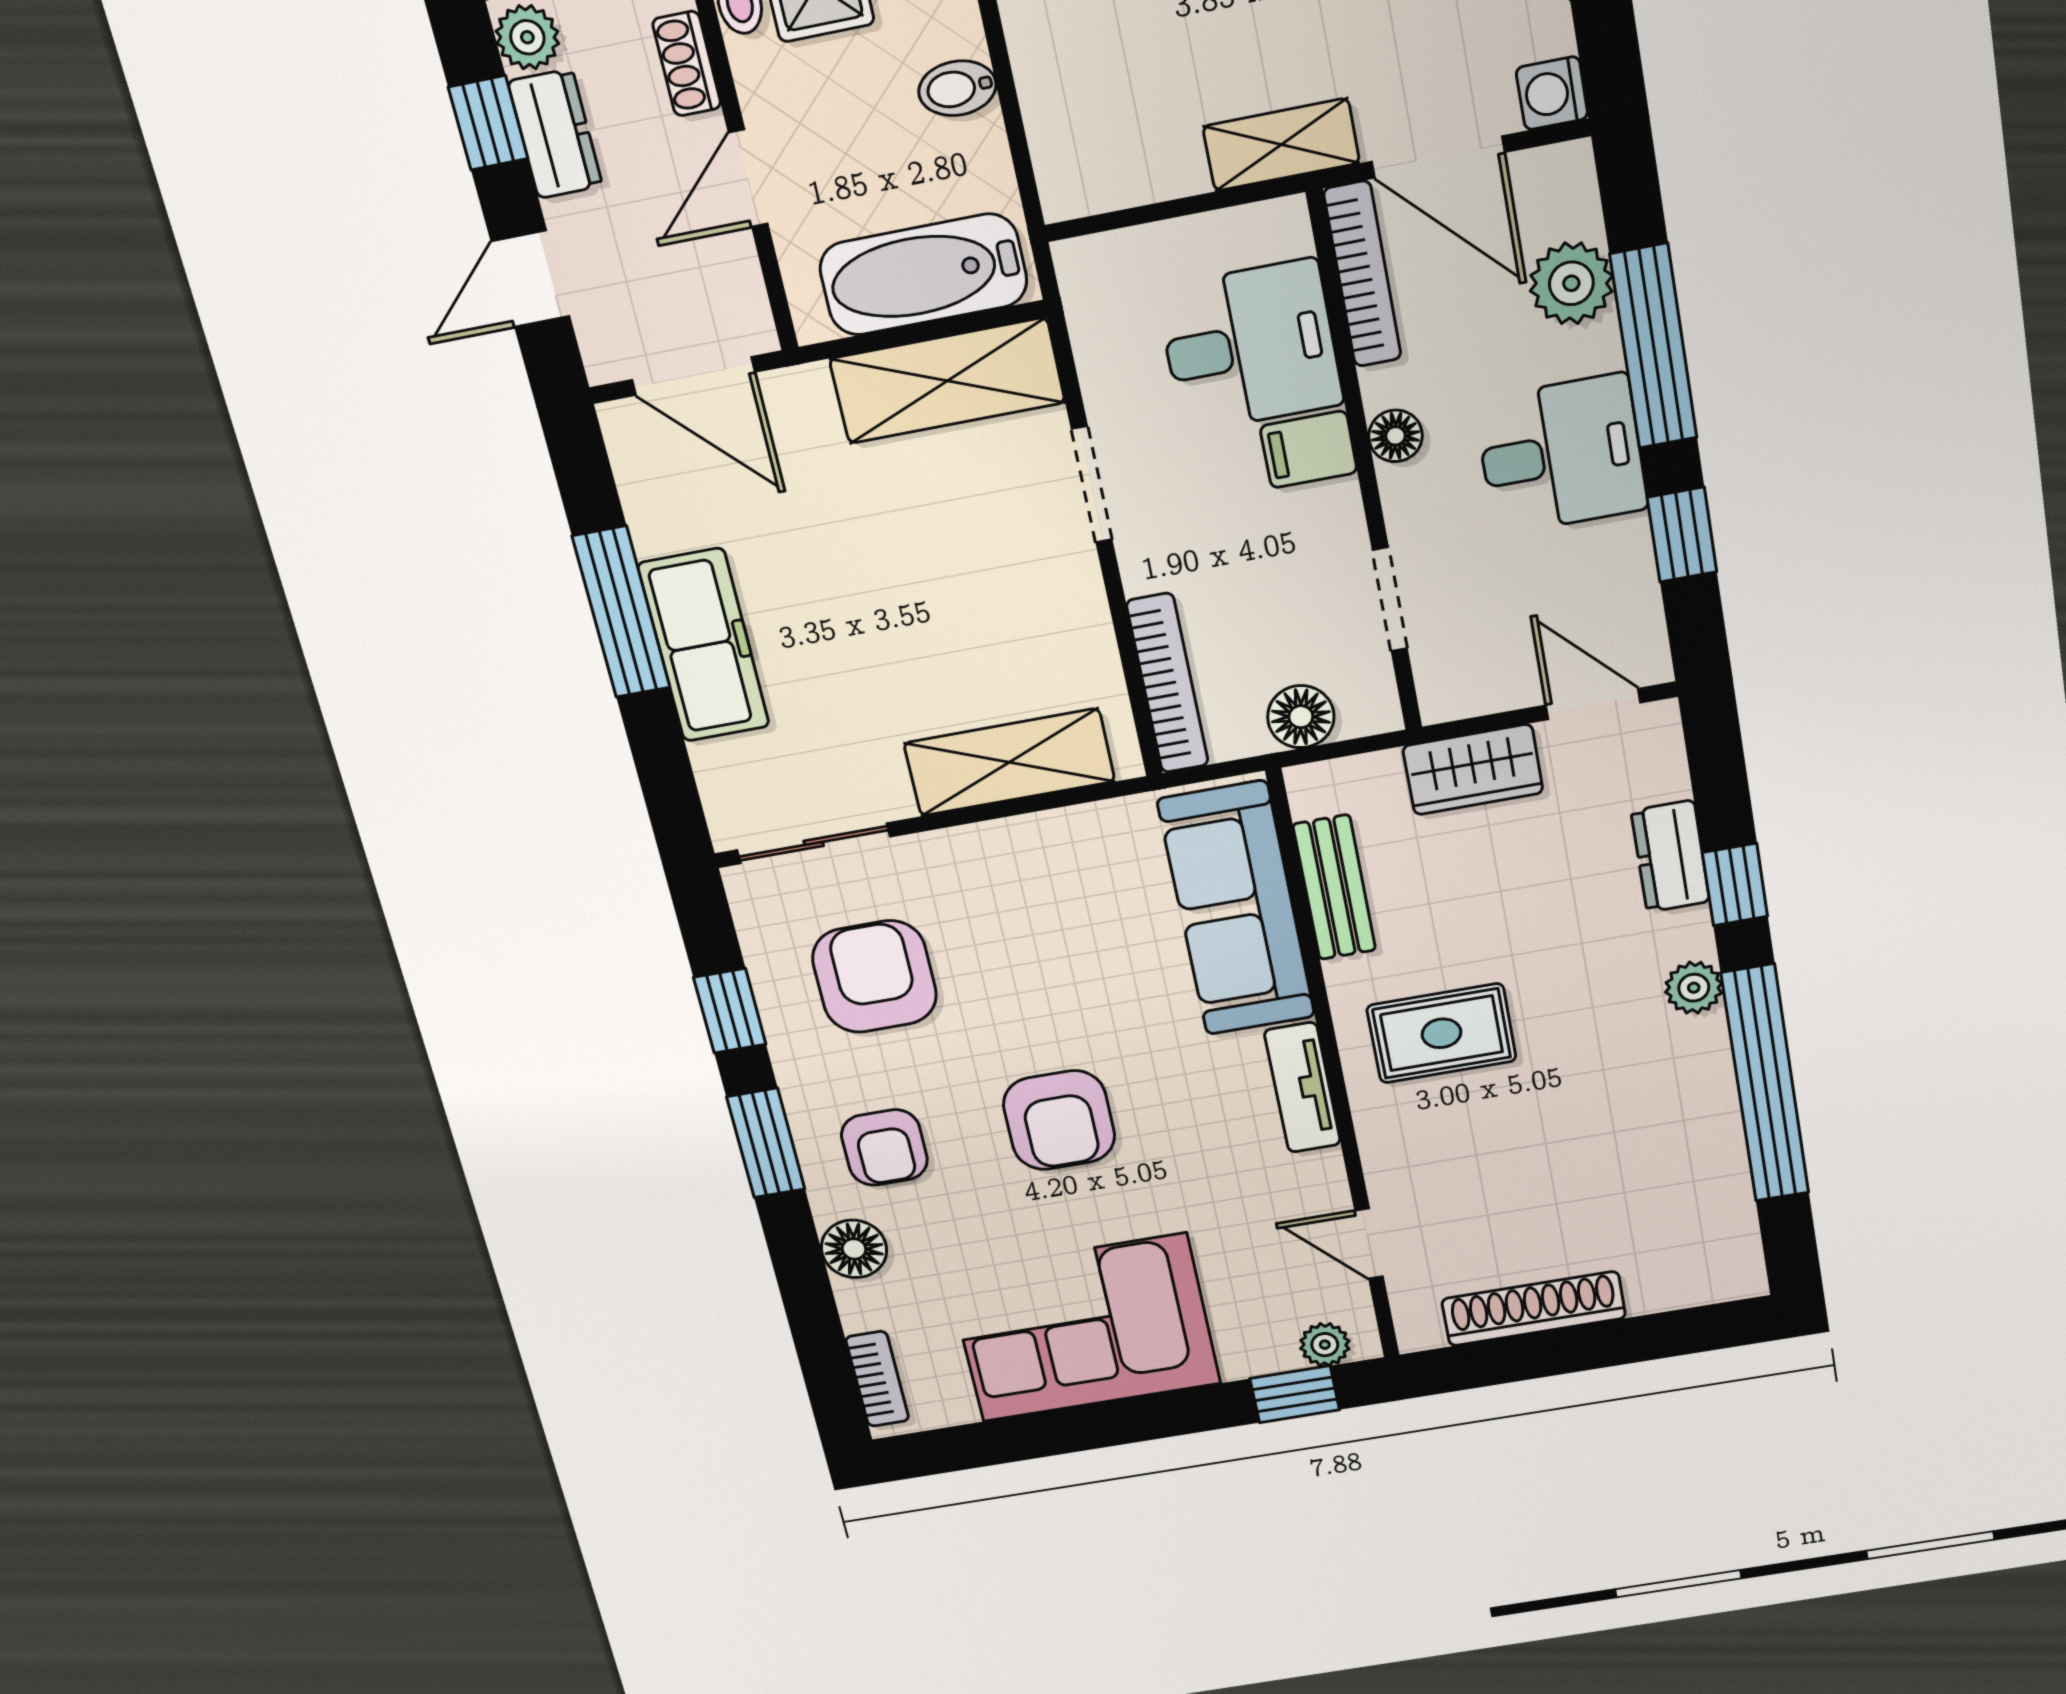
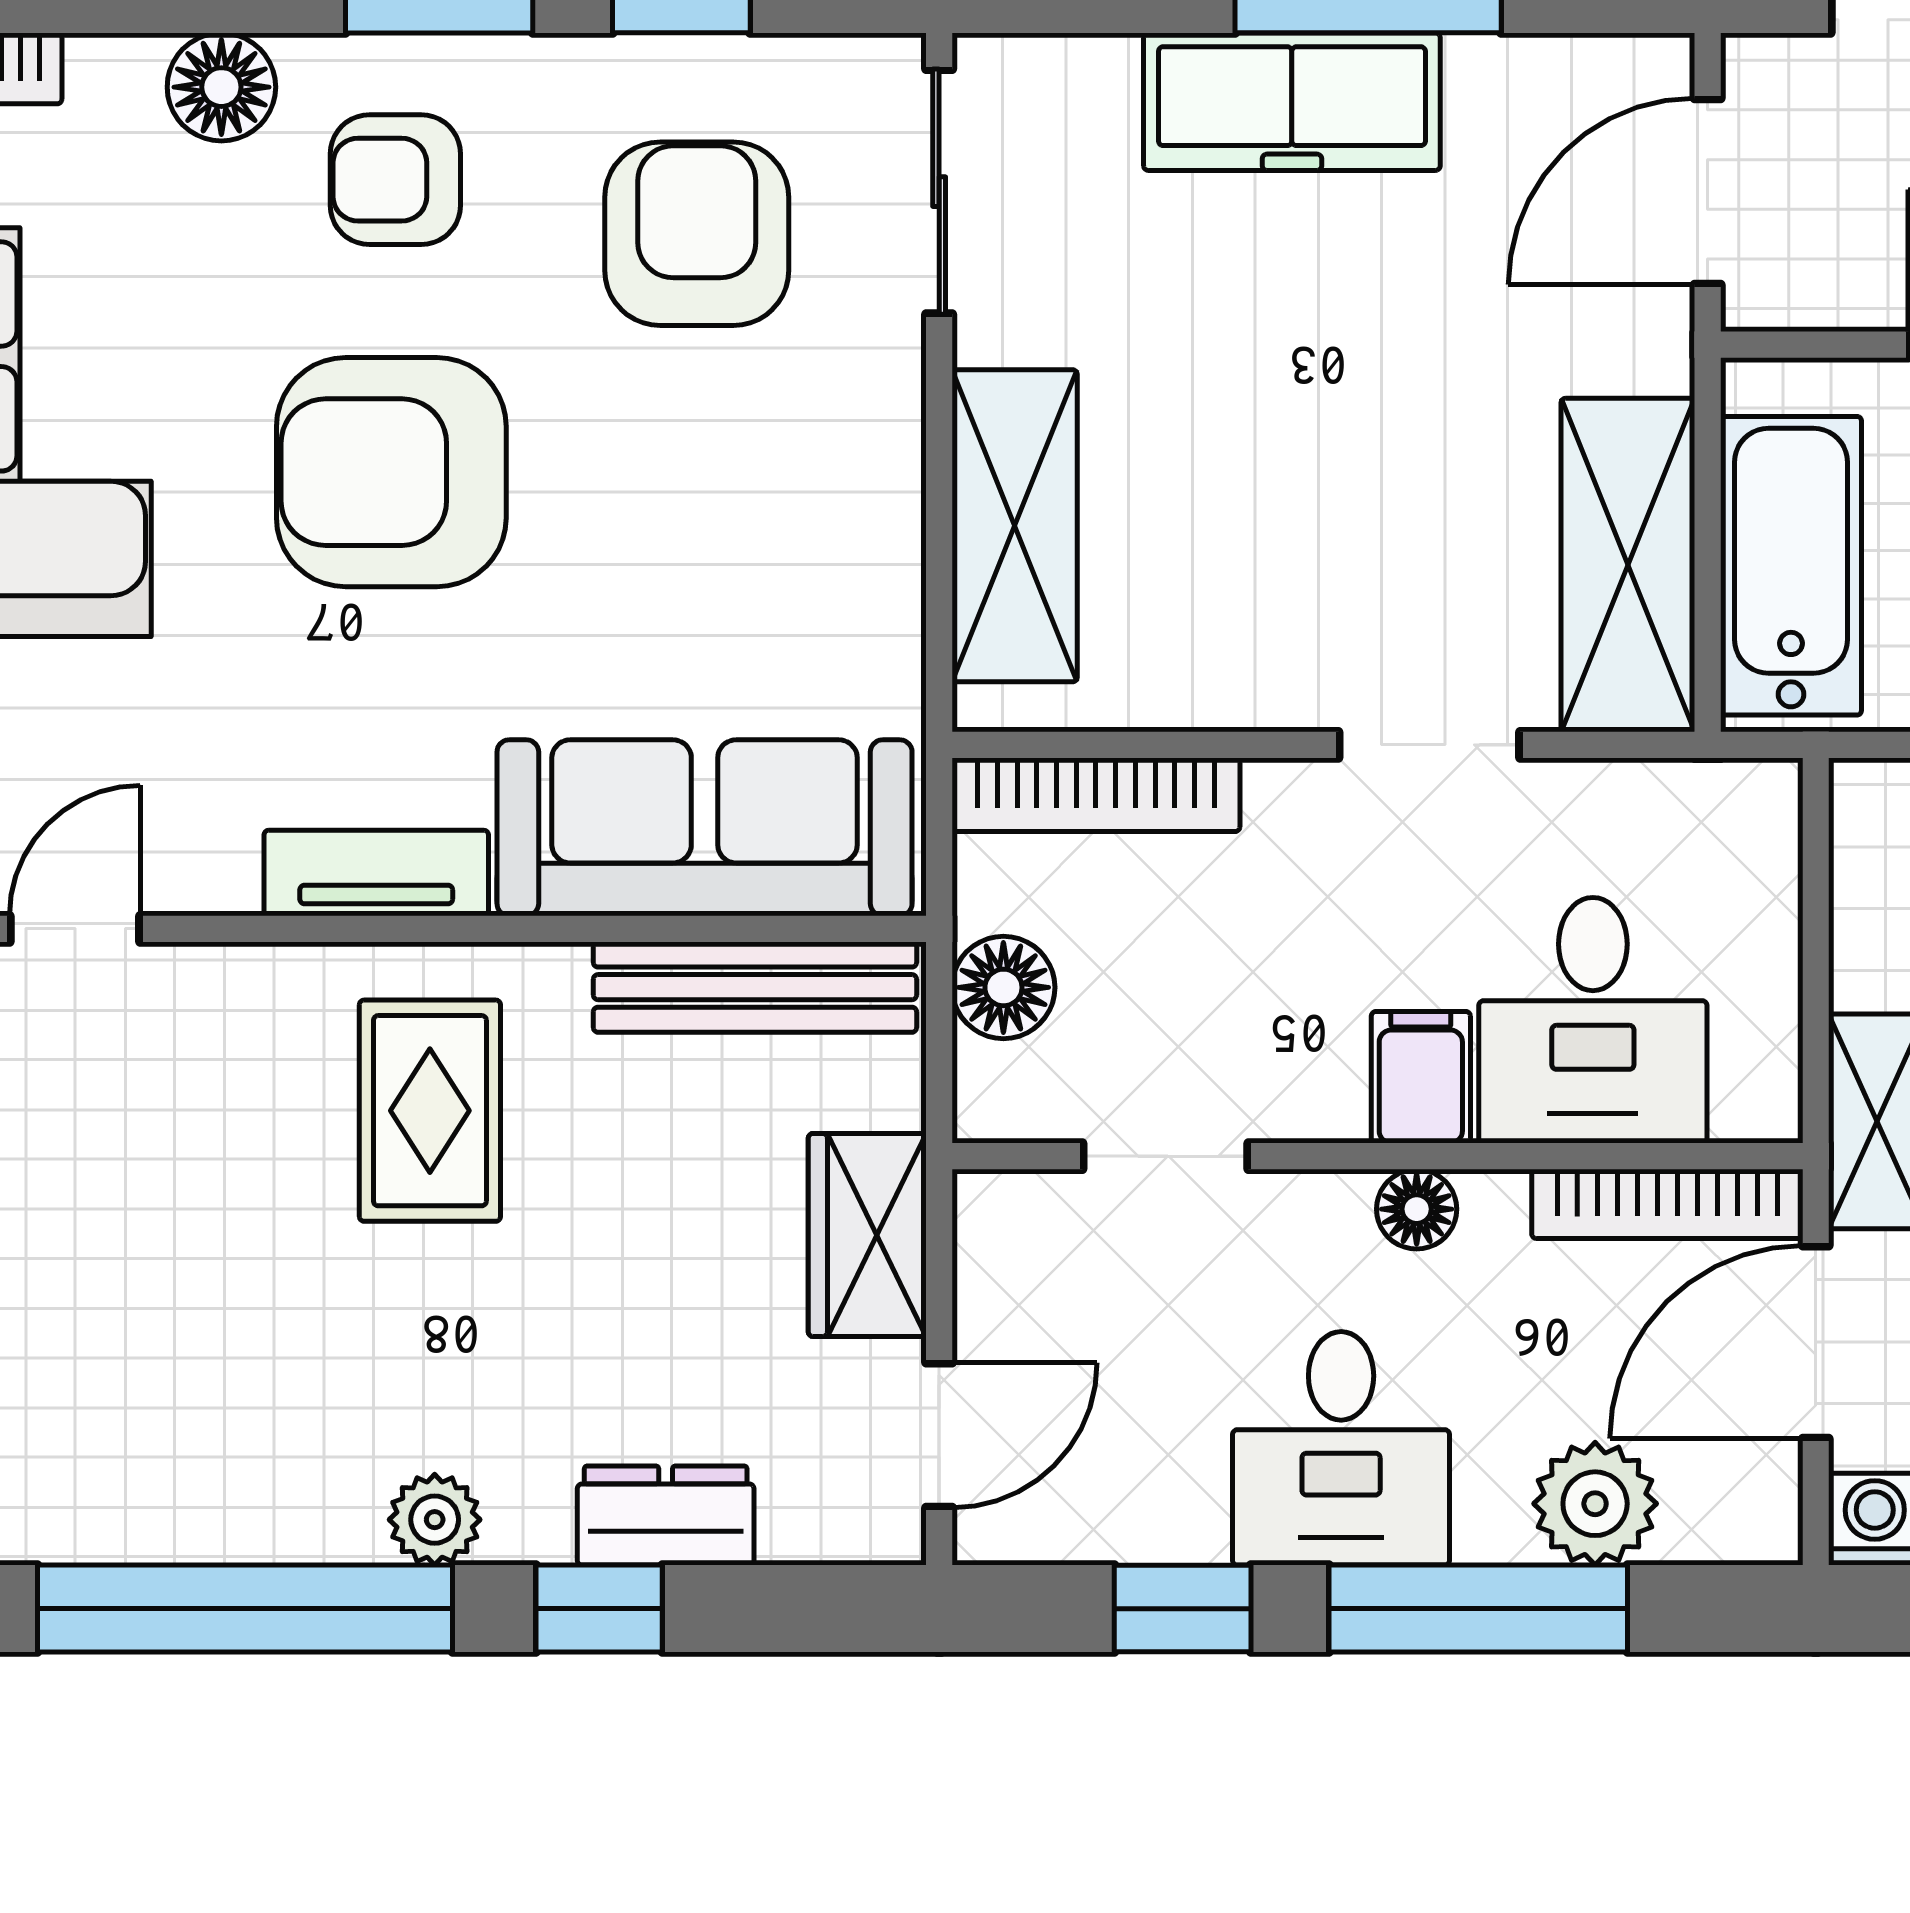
bench: (1334, 887) -> (755, 987), width x1.36
armchair: (874, 977) -> (697, 234), turned -90
armchair: (1059, 1120) -> (391, 472), width x1.36, depth x1.36

